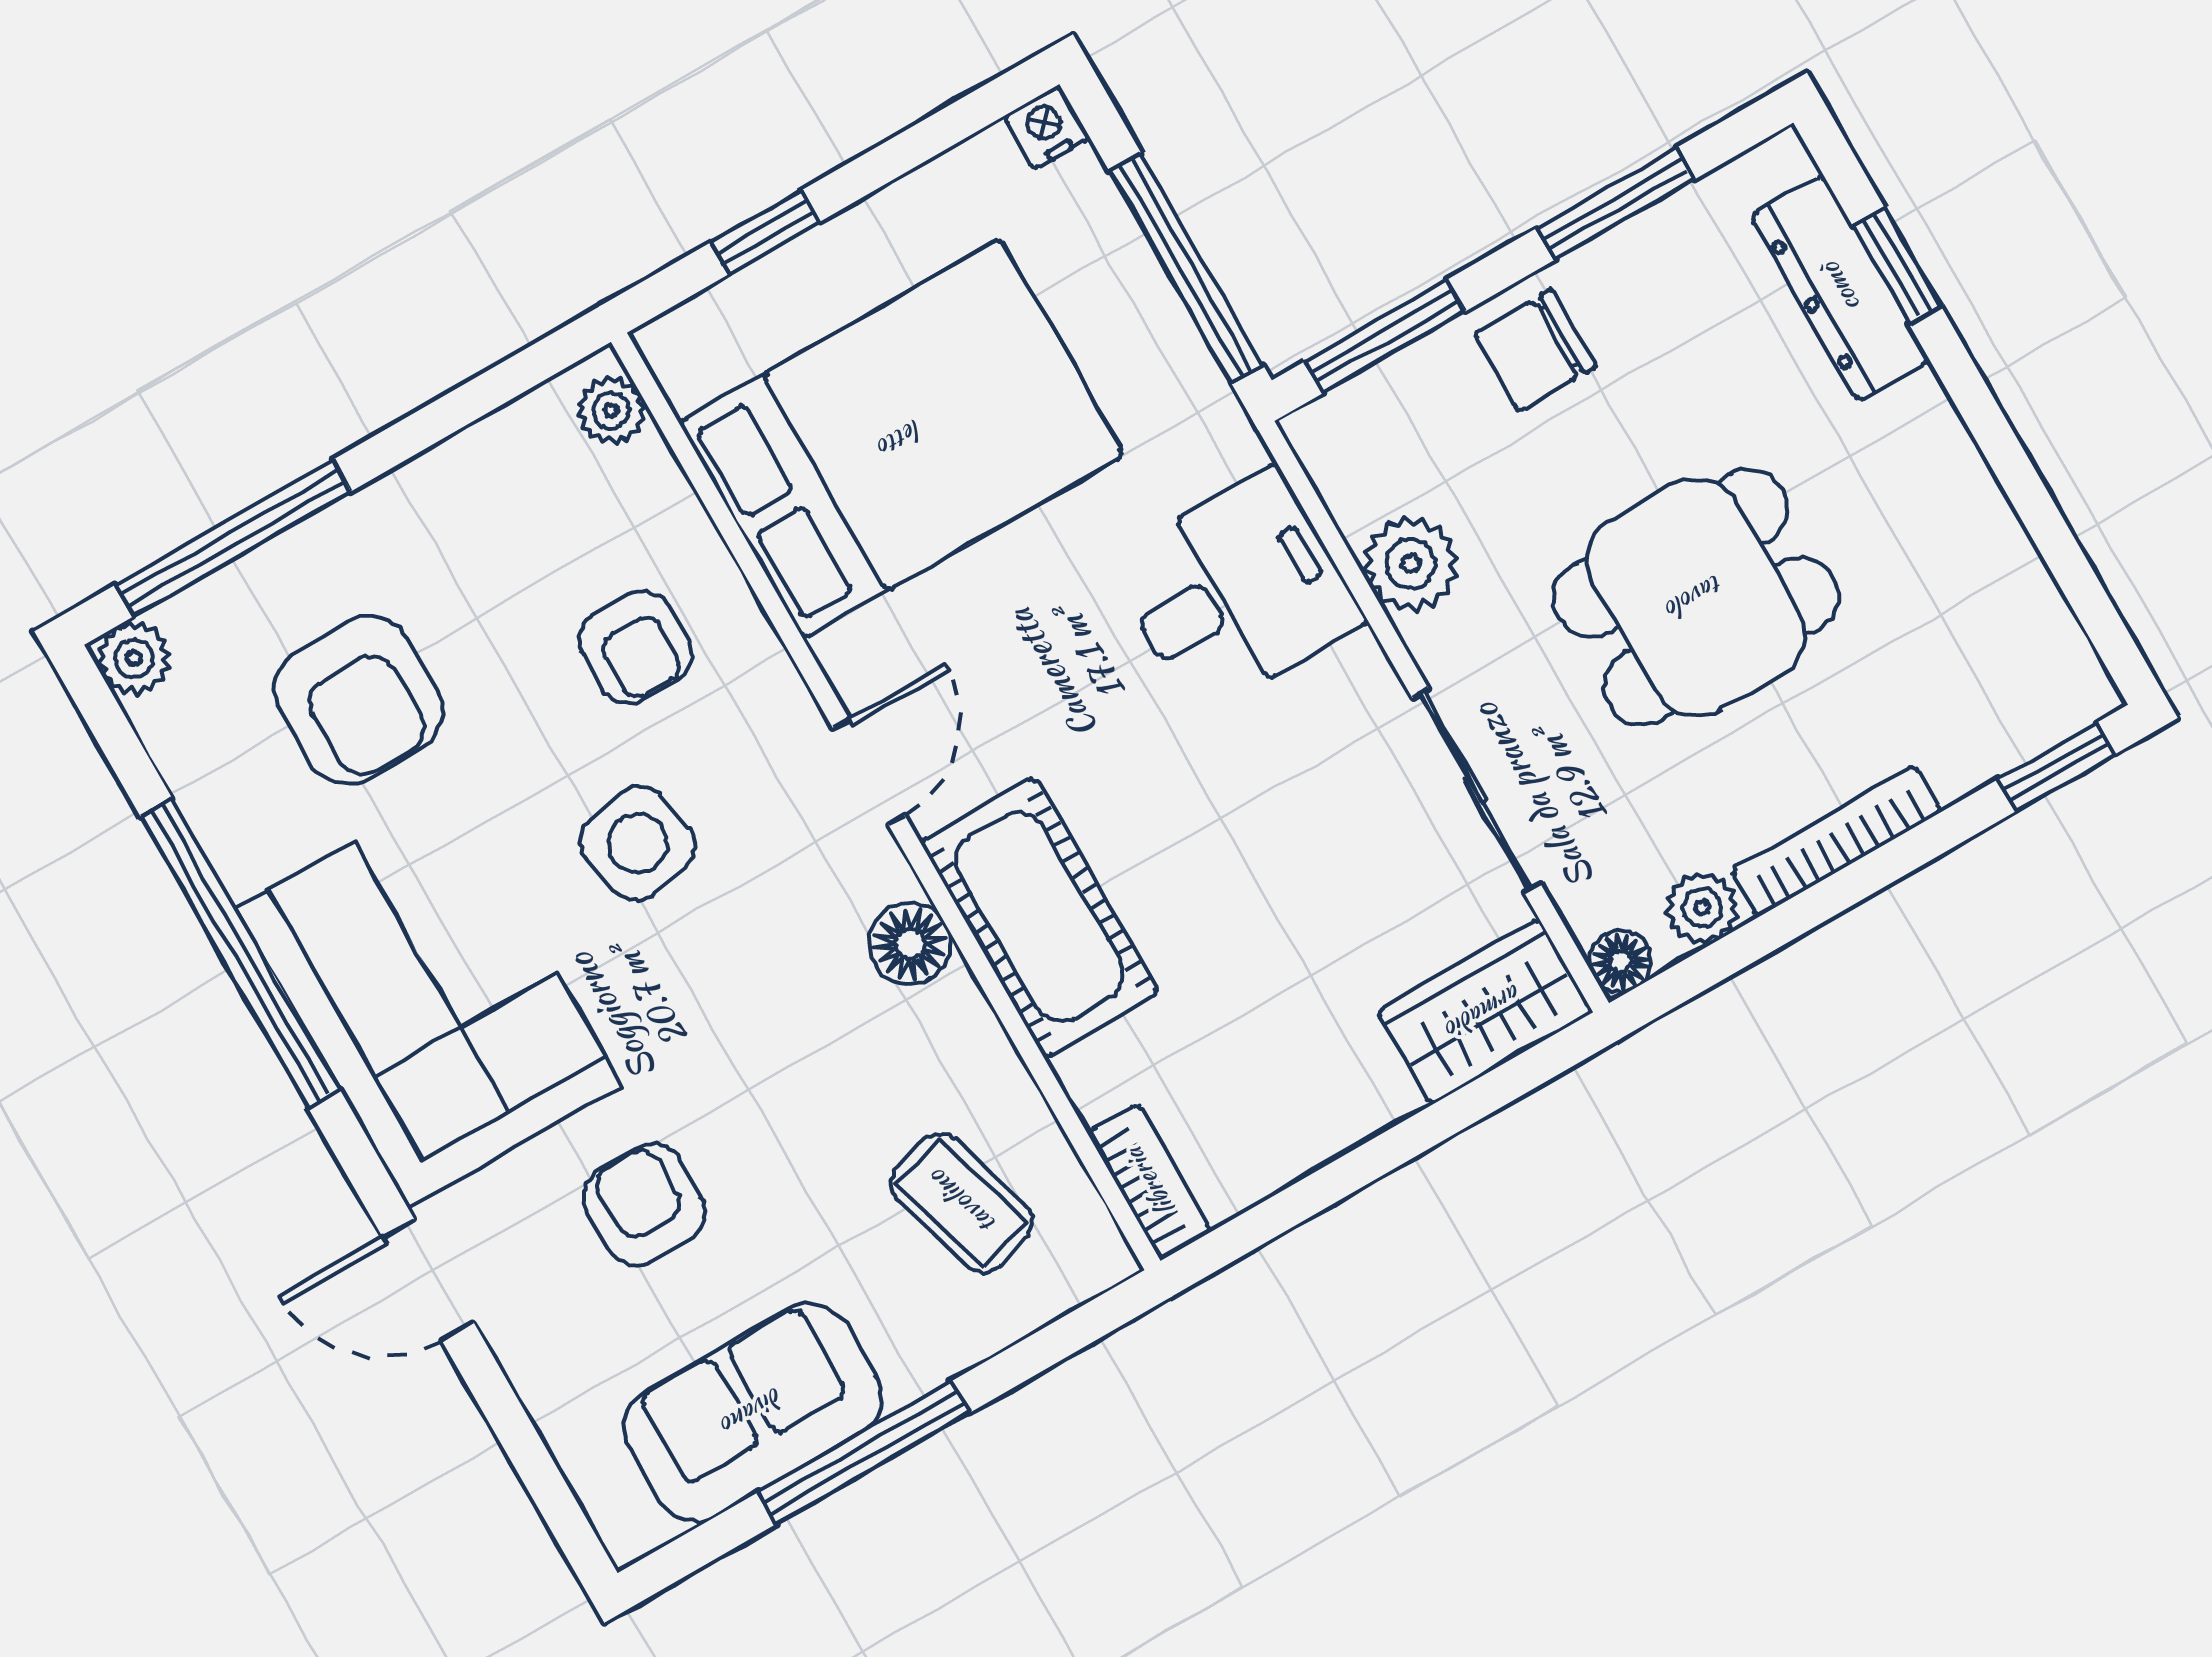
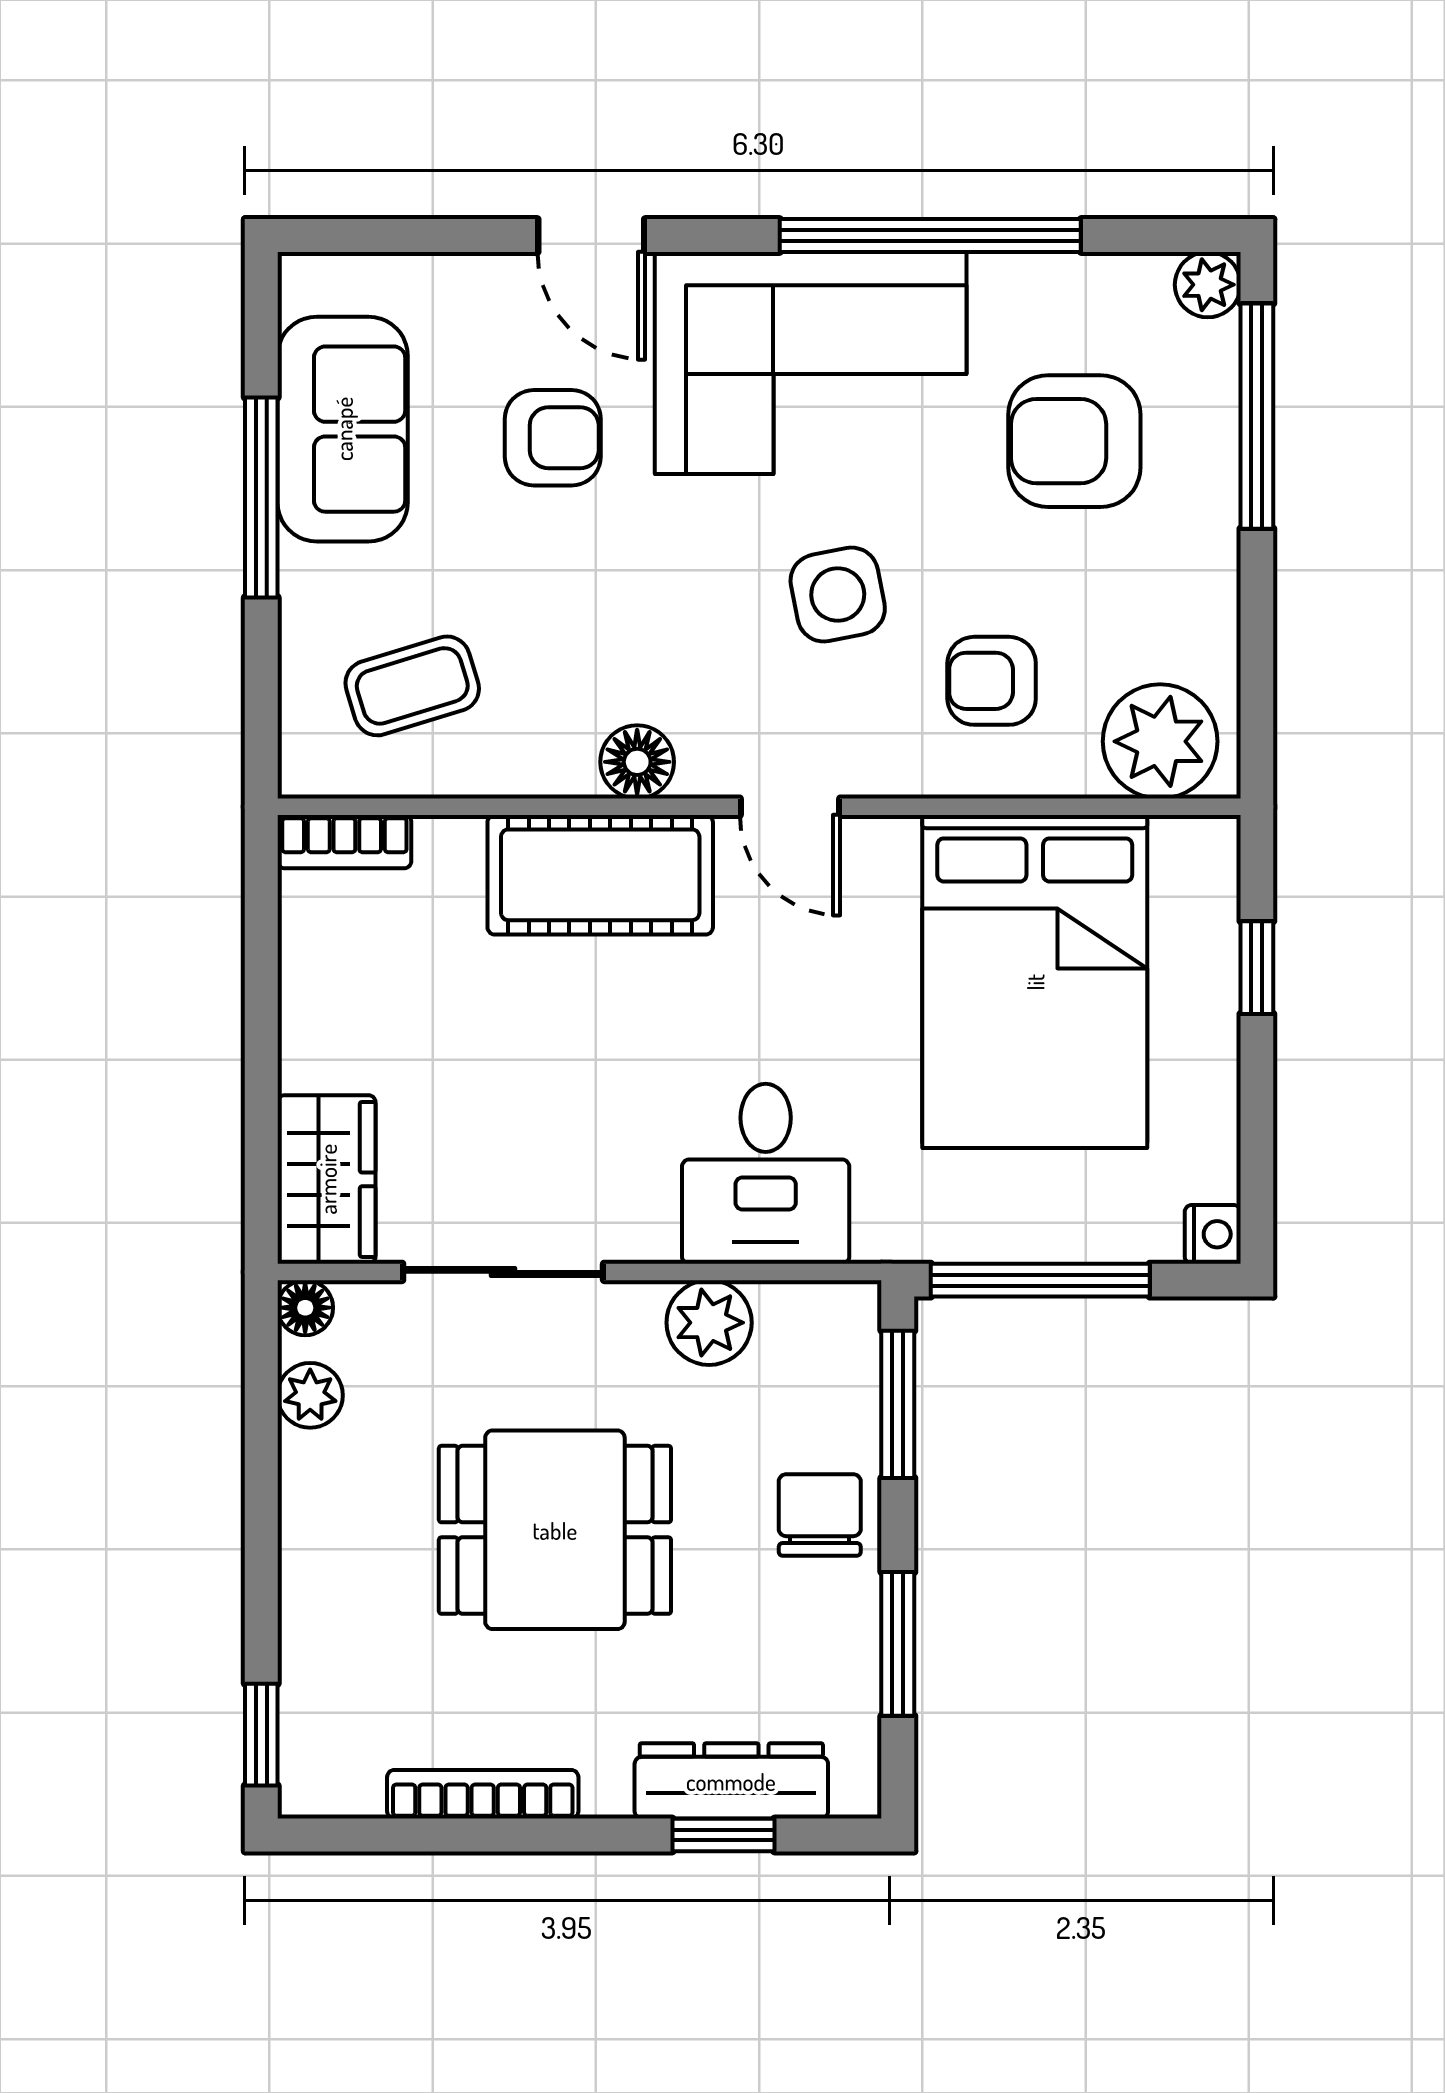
plant: (611, 410) -> (1160, 741), width x1.88, depth x1.88
dining table: (1696, 597) -> (555, 1530), turned 90
bookcase: (1836, 841) -> (483, 1794), moved, turned -90
door: (428, 1280) -> (591, 236), swing flipped

